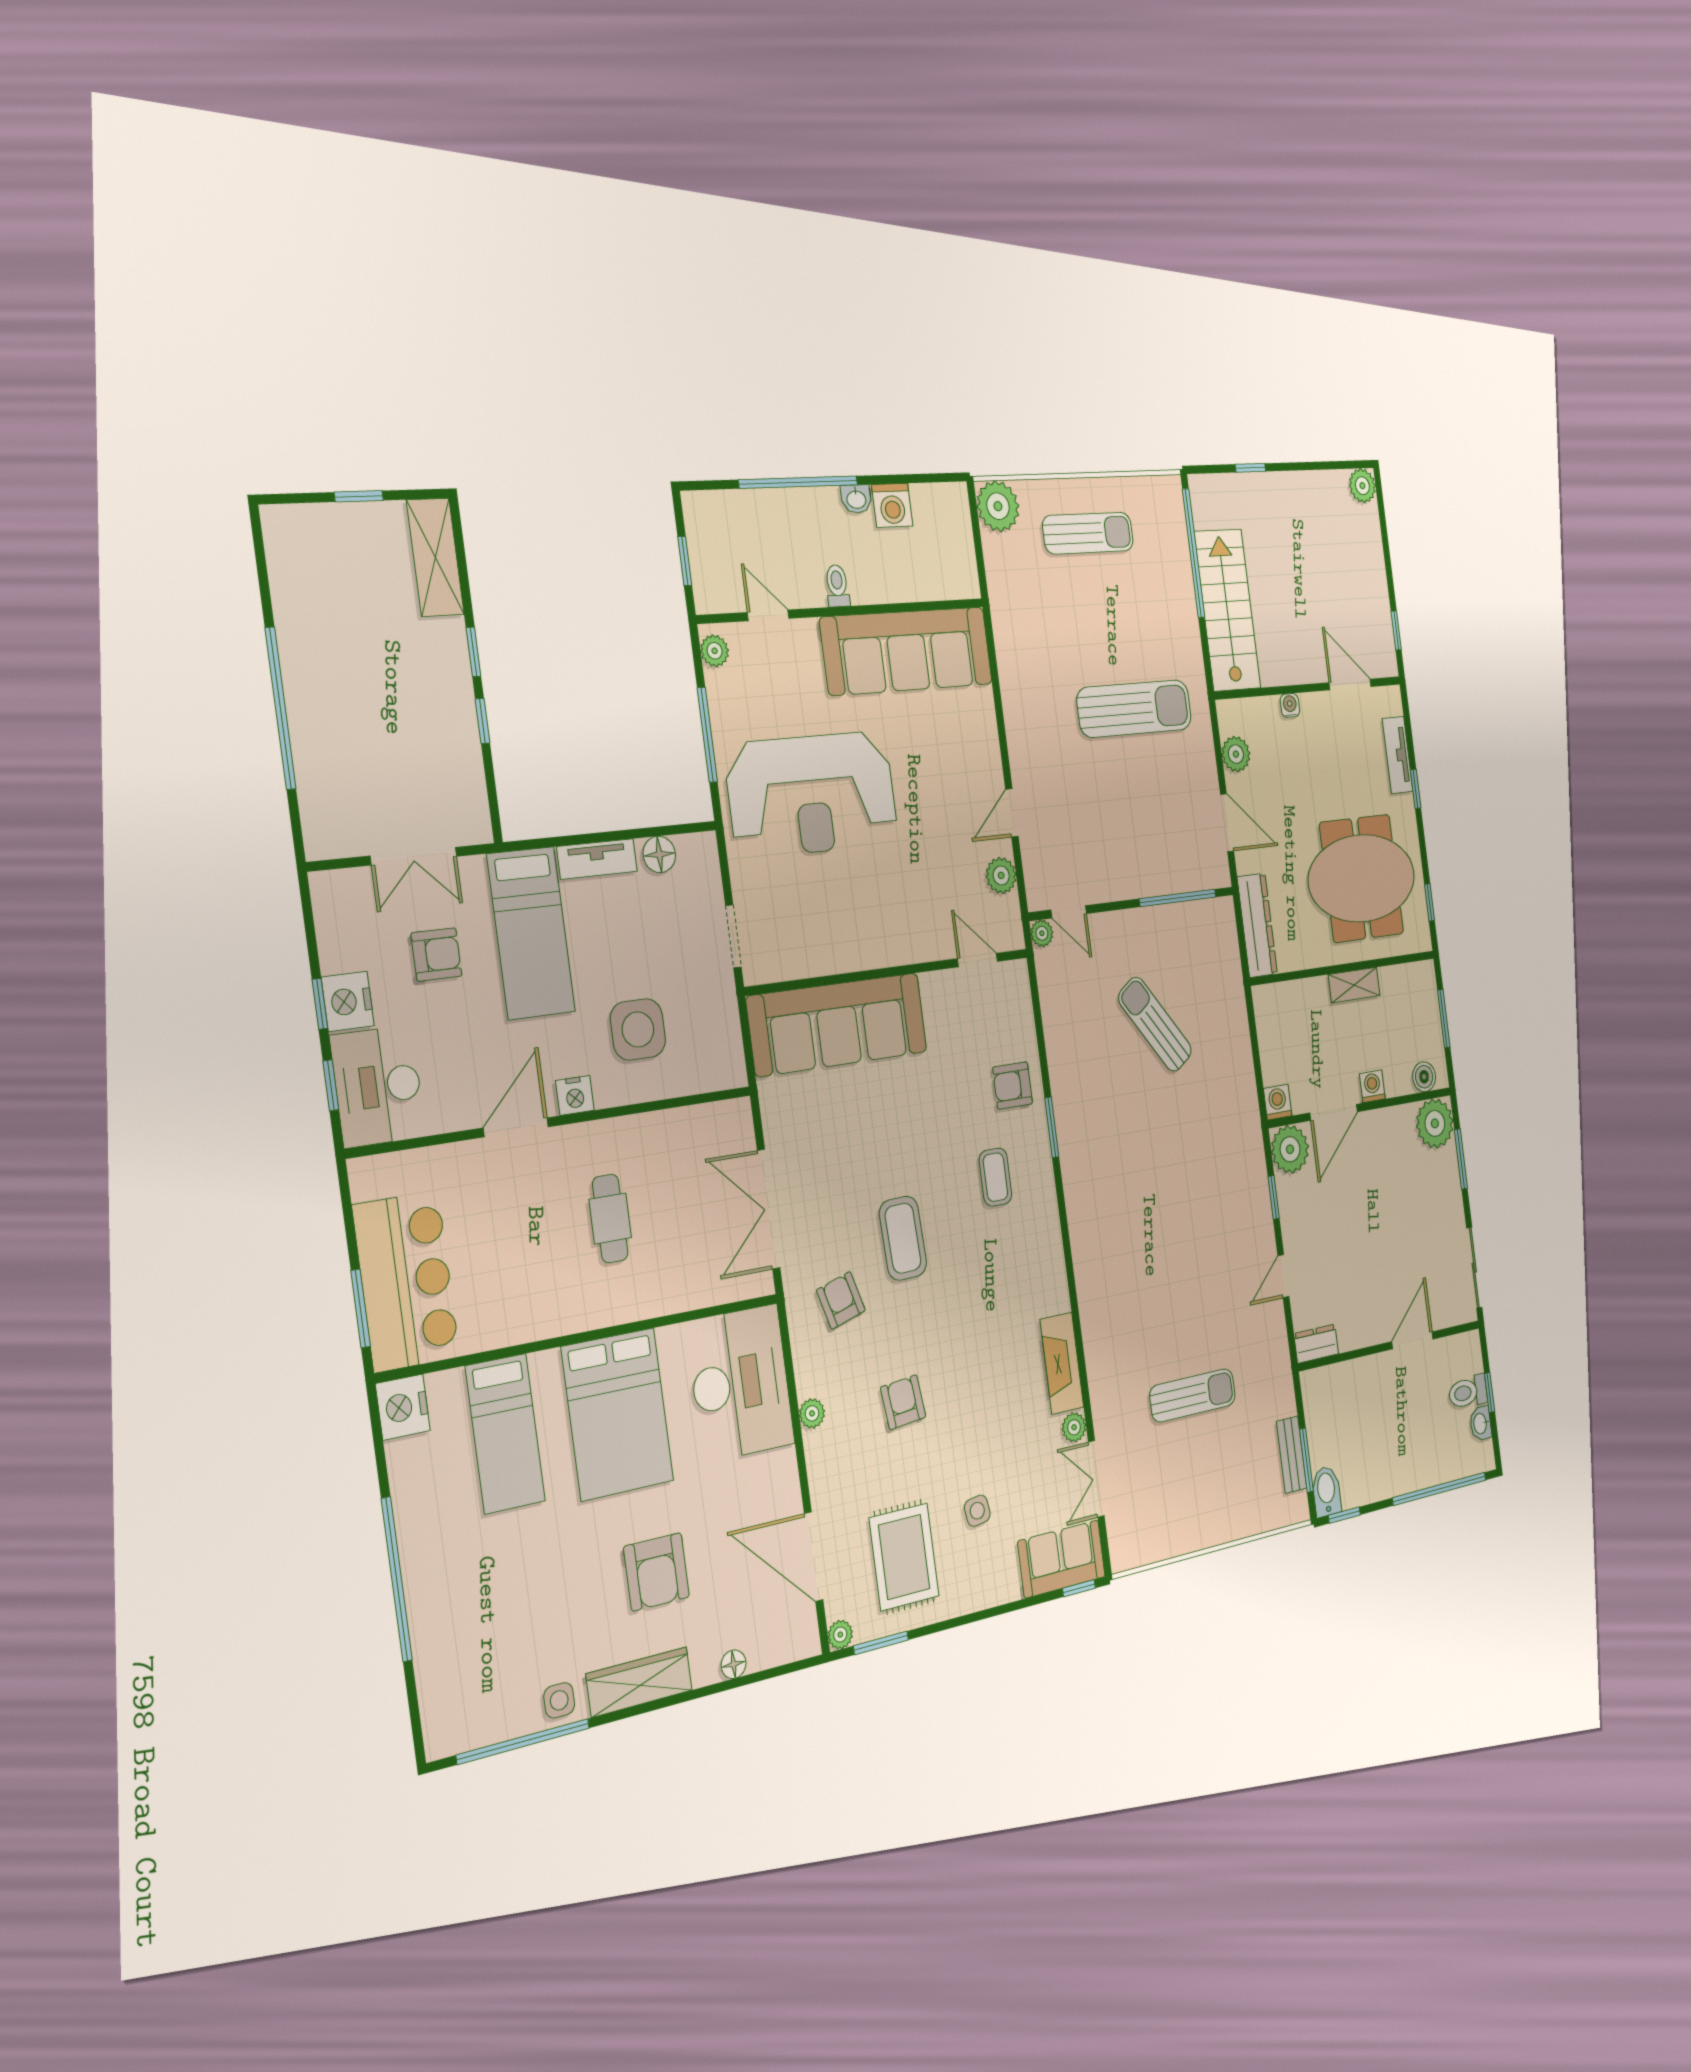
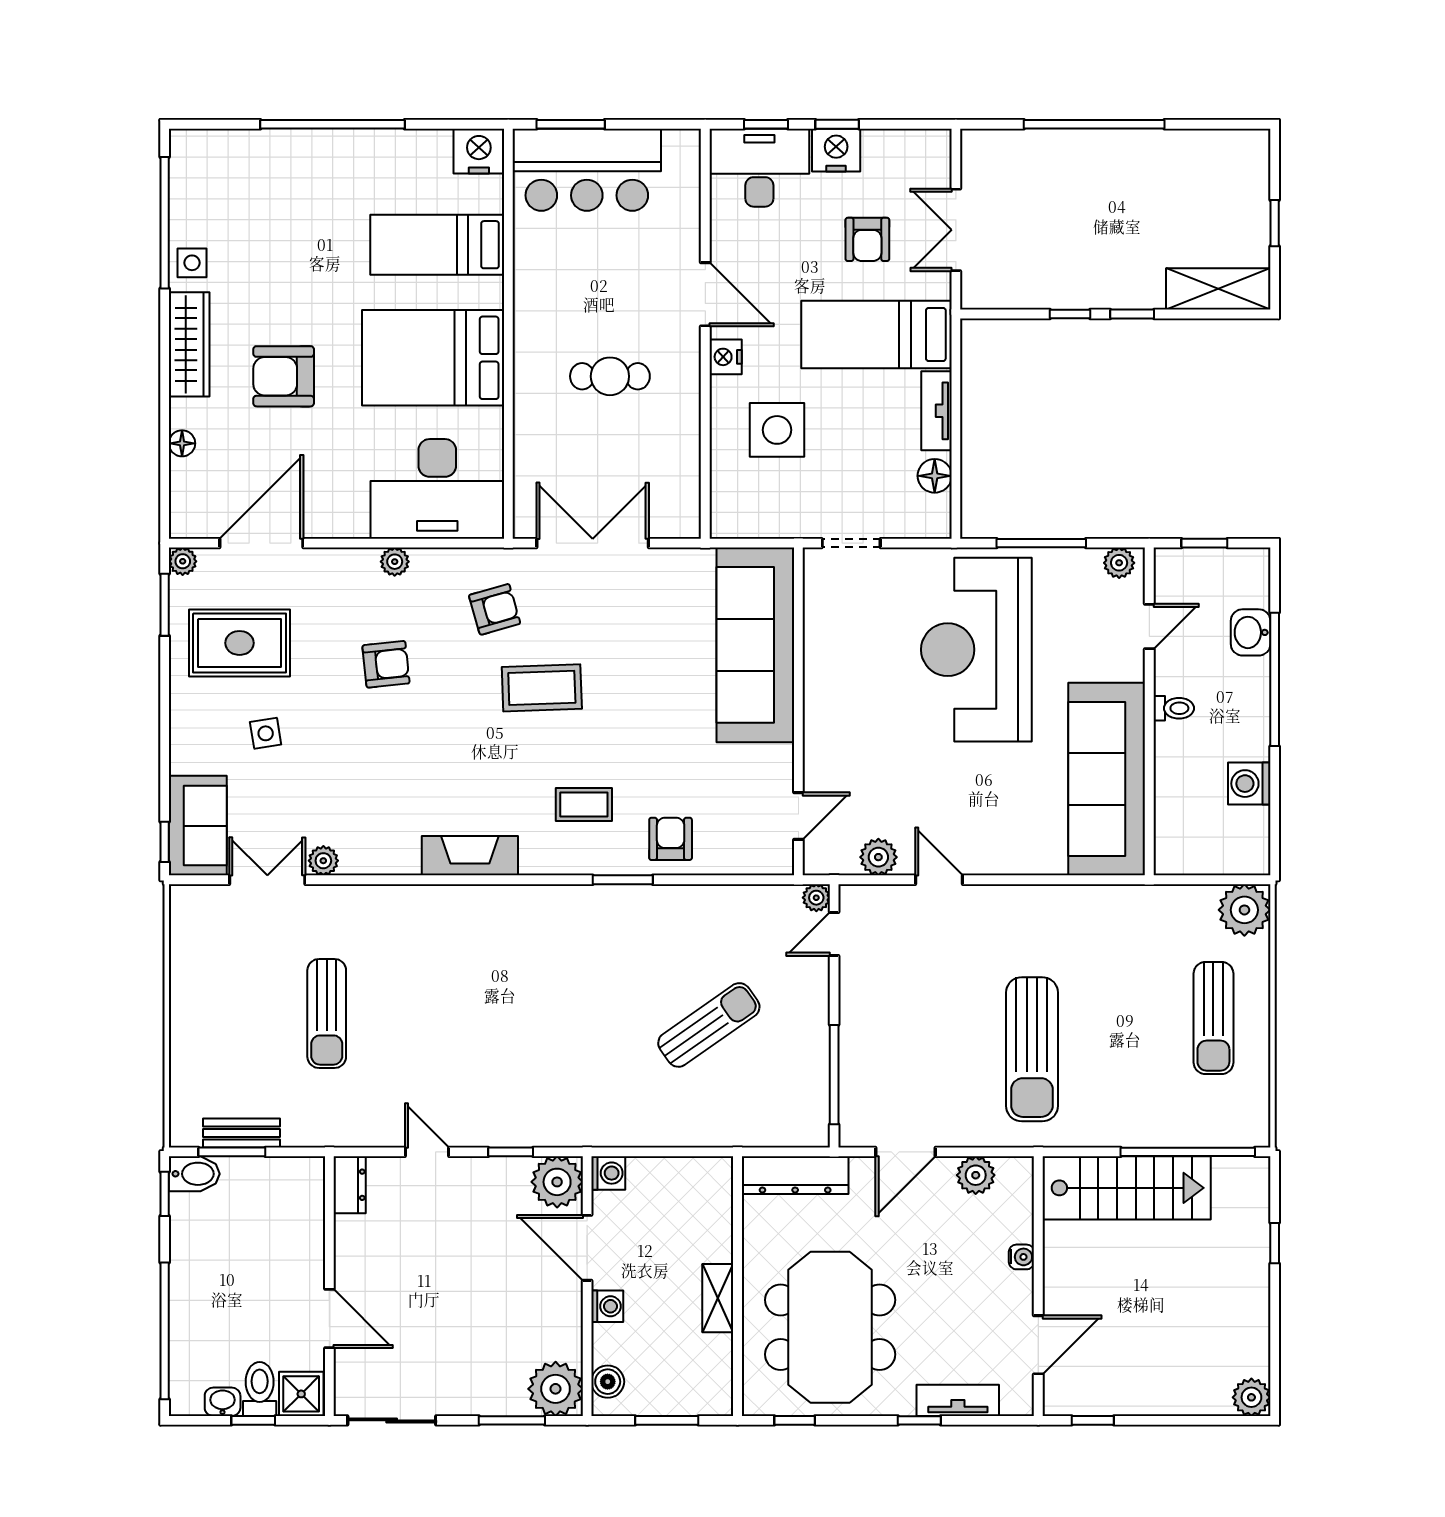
washbasin: (856, 499) -> (1251, 632), moved, width x1.38, depth x1.45
shower: (1467, 1354) -> (301, 1394), added
fireplace: (1062, 1363) -> (470, 856), moved

